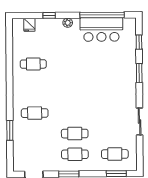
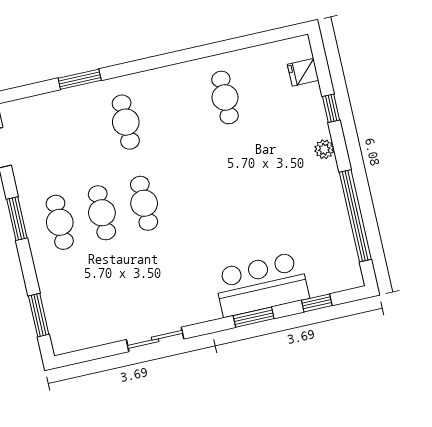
bar counter: (101, 30) -> (261, 284), moved, turned 90
cafe table: (115, 154) -> (144, 203), moved

